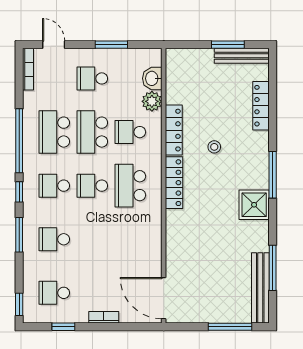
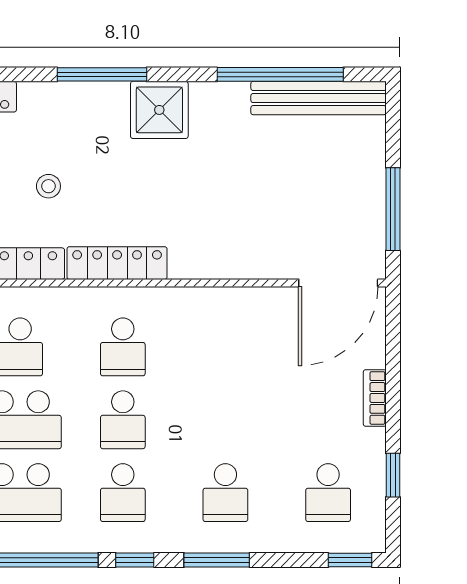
school desk: (130, 186) -> (123, 347), width x0.54
window: (273, 268) -> (280, 74), width x1.46
window: (230, 327) -> (393, 209), moved

